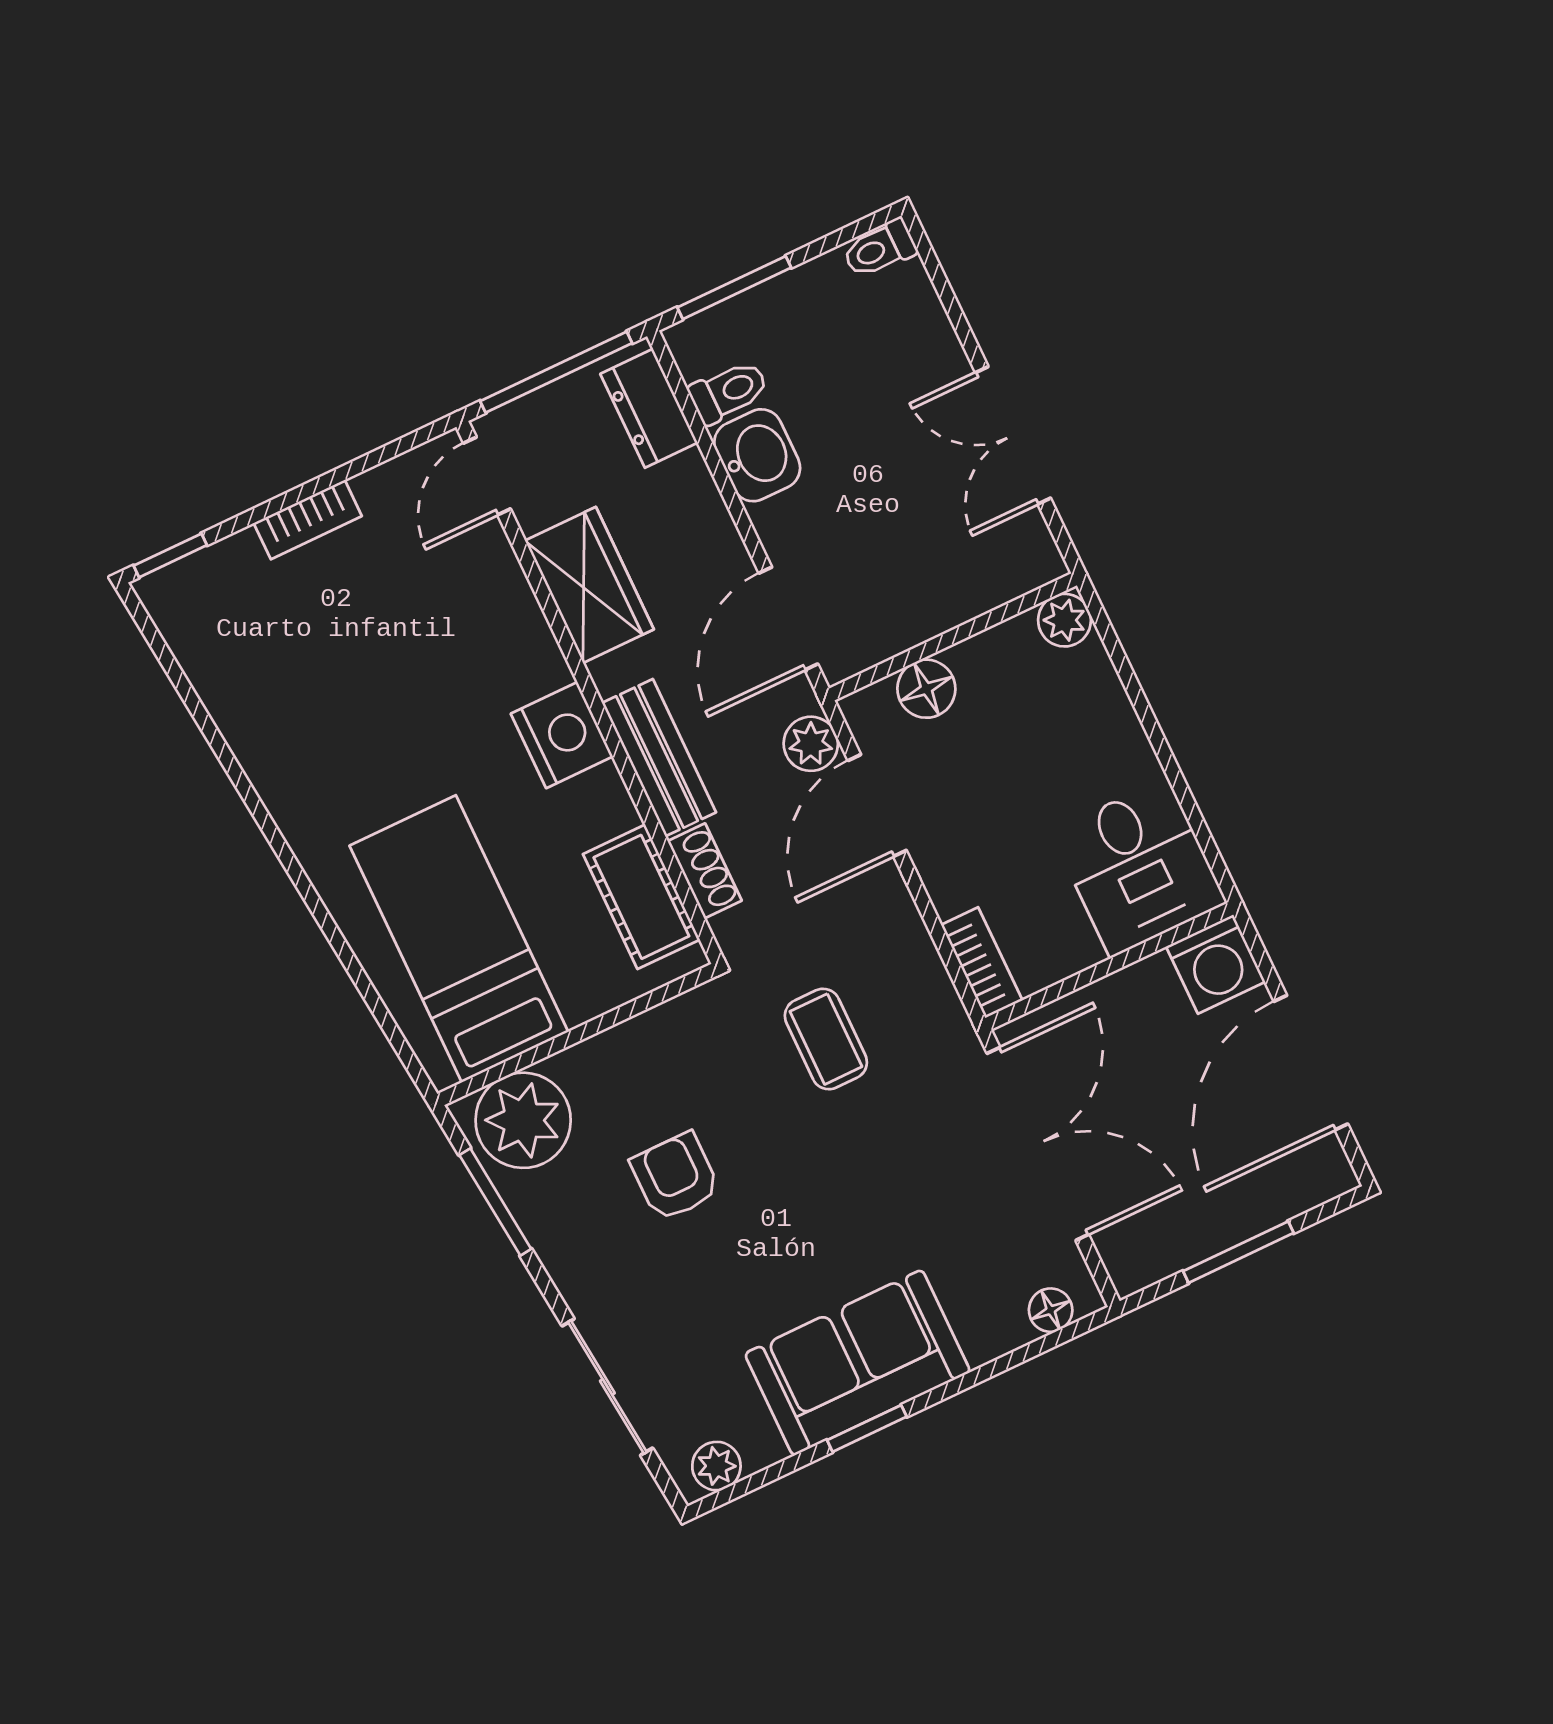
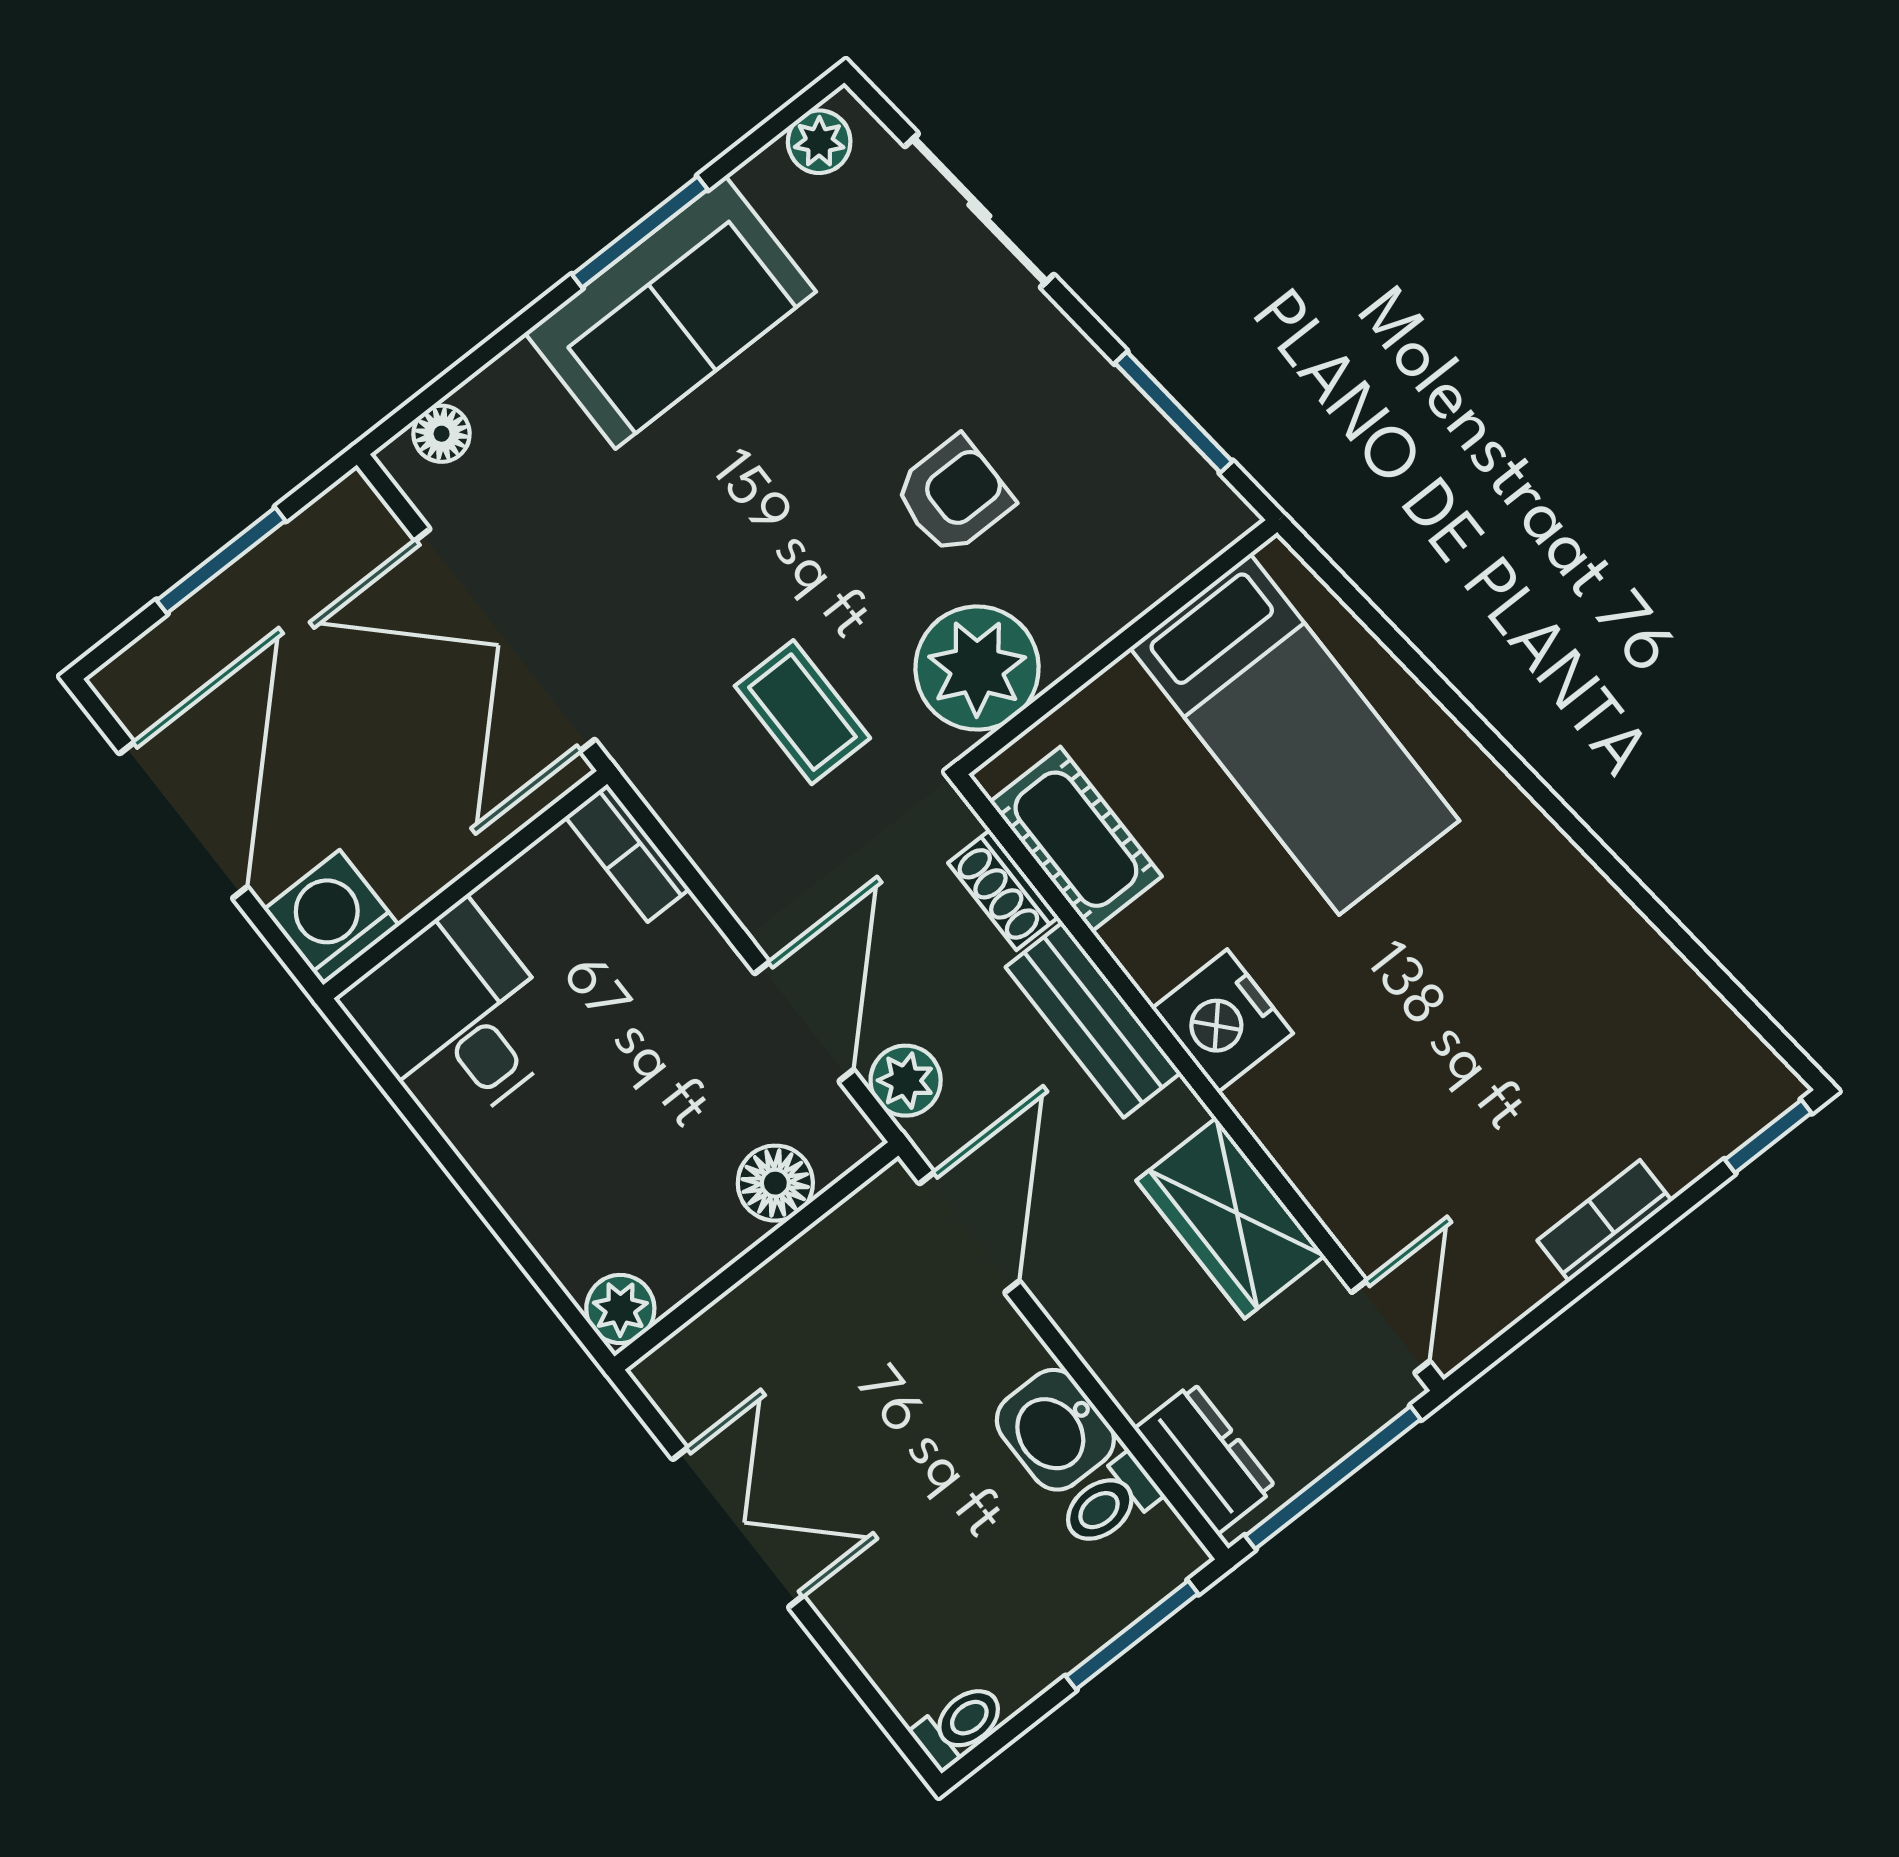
plant: (523, 1120) -> (977, 668), moved
armchair: (675, 1177) -> (953, 495), turned -90
window: (867, 1428) -> (640, 232), width x1.50

